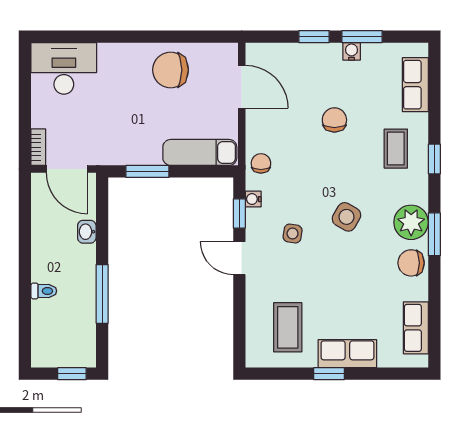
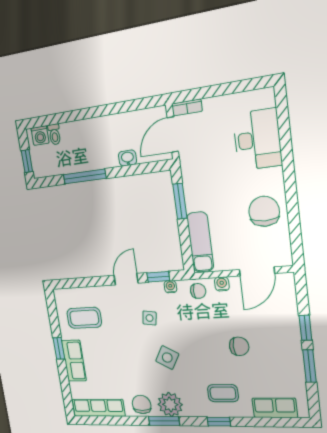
water cooler: (352, 51) -> (222, 284), moved, turned -90
desk: (64, 68) -> (257, 140), moved
toilet: (44, 291) -> (55, 134), moved
row of seats: (416, 328) -> (98, 408), width x1.48
washing machine: (42, 348) -> (40, 136), added

